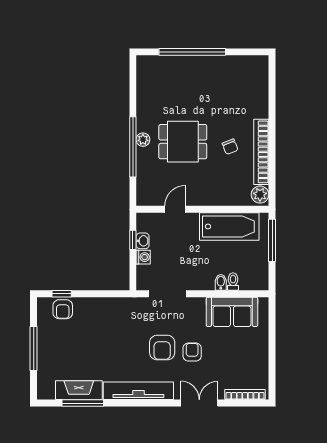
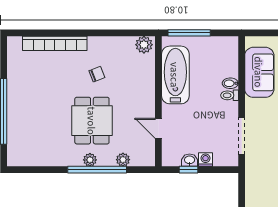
bookcase: (261, 152) -> (55, 43), moved
plant: (143, 173) -> (123, 160), added
toilet: (233, 282) -> (230, 95), moved

